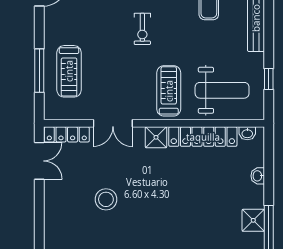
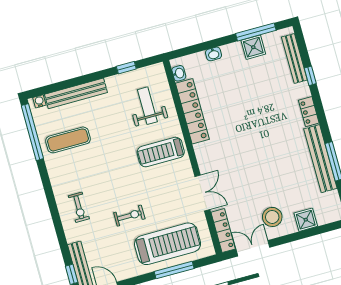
exercise bike: (142, 29) -> (129, 216), moved
treadmill: (69, 71) -> (168, 244), width x1.37, depth x1.38
weight bench: (222, 90) -> (147, 106), width x0.73, depth x0.75
shower: (156, 137) -> (306, 220), moved
stool: (106, 199) -> (272, 217), moved

